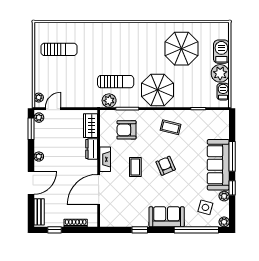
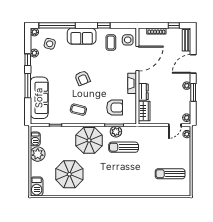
barbecue: (221, 52) -> (37, 186), moved
plant: (109, 101) -> (116, 132), moved
window: (31, 129) -> (193, 92), moved
sofa: (218, 165) -> (39, 98), moved
coffee table: (135, 167) -> (111, 42), moved
side table: (111, 212) -> (128, 40), added

